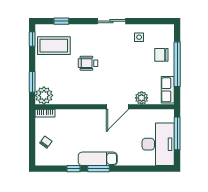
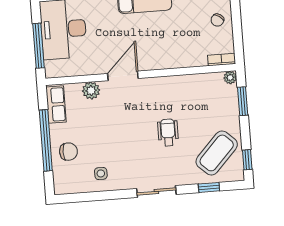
sliding door: (111, 21) -> (156, 191), moved
coffee table: (54, 46) -> (217, 153), turned -47
wheelchair: (88, 63) -> (168, 132), turned -90
plant: (44, 95) -> (230, 78), width x0.53, depth x0.53

